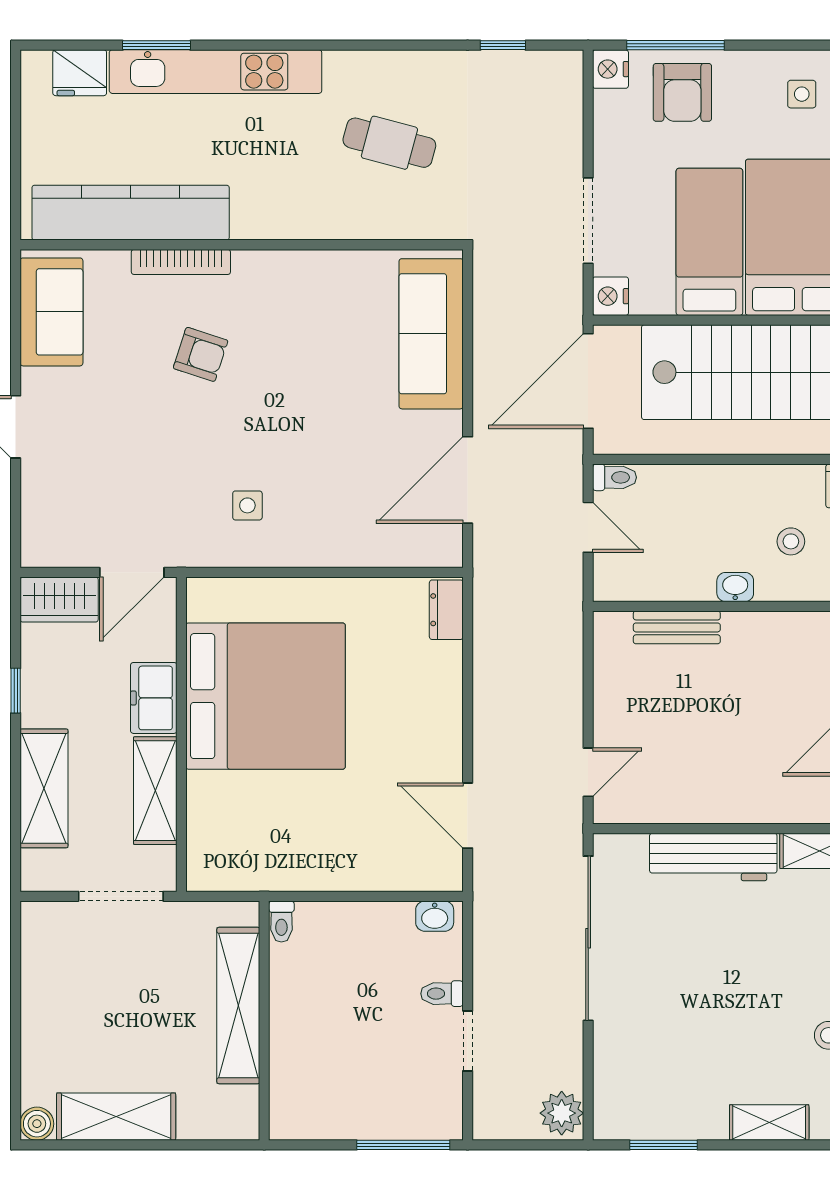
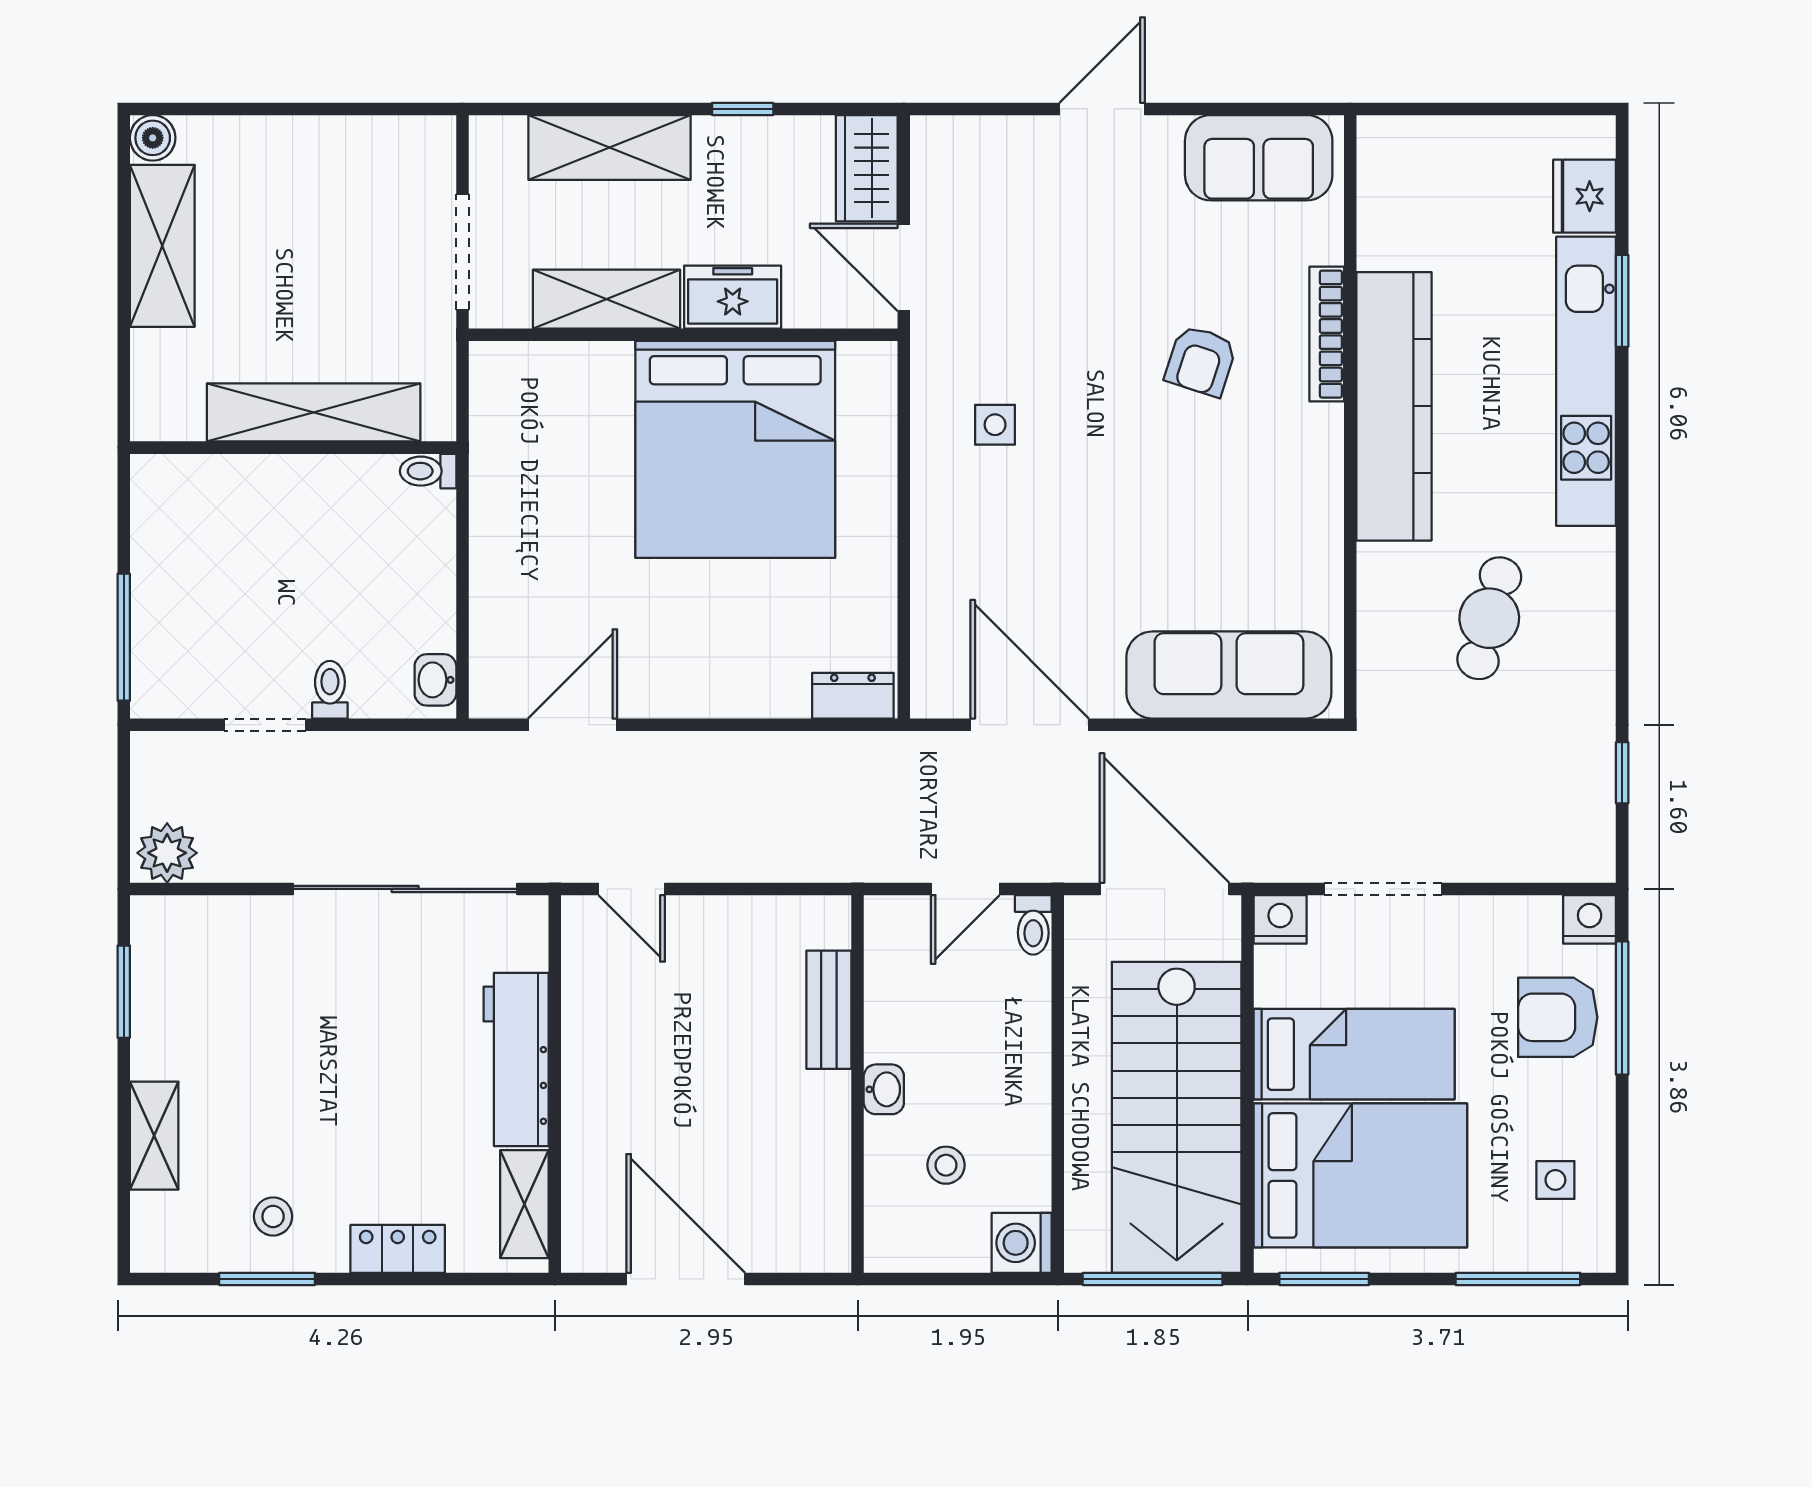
kitchen counter: (131, 213) -> (1394, 406), moved

